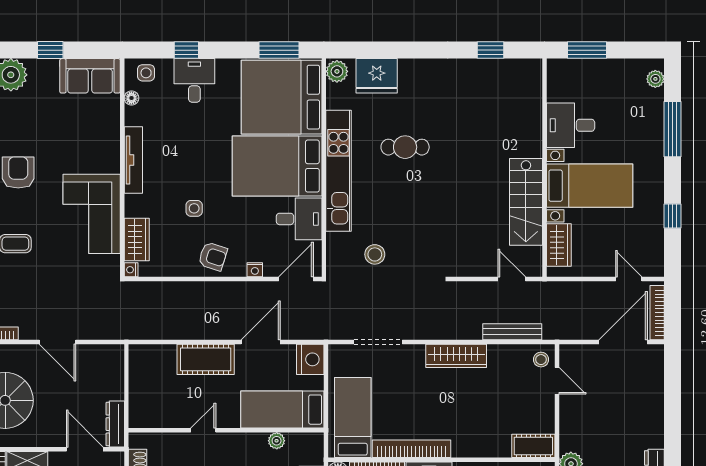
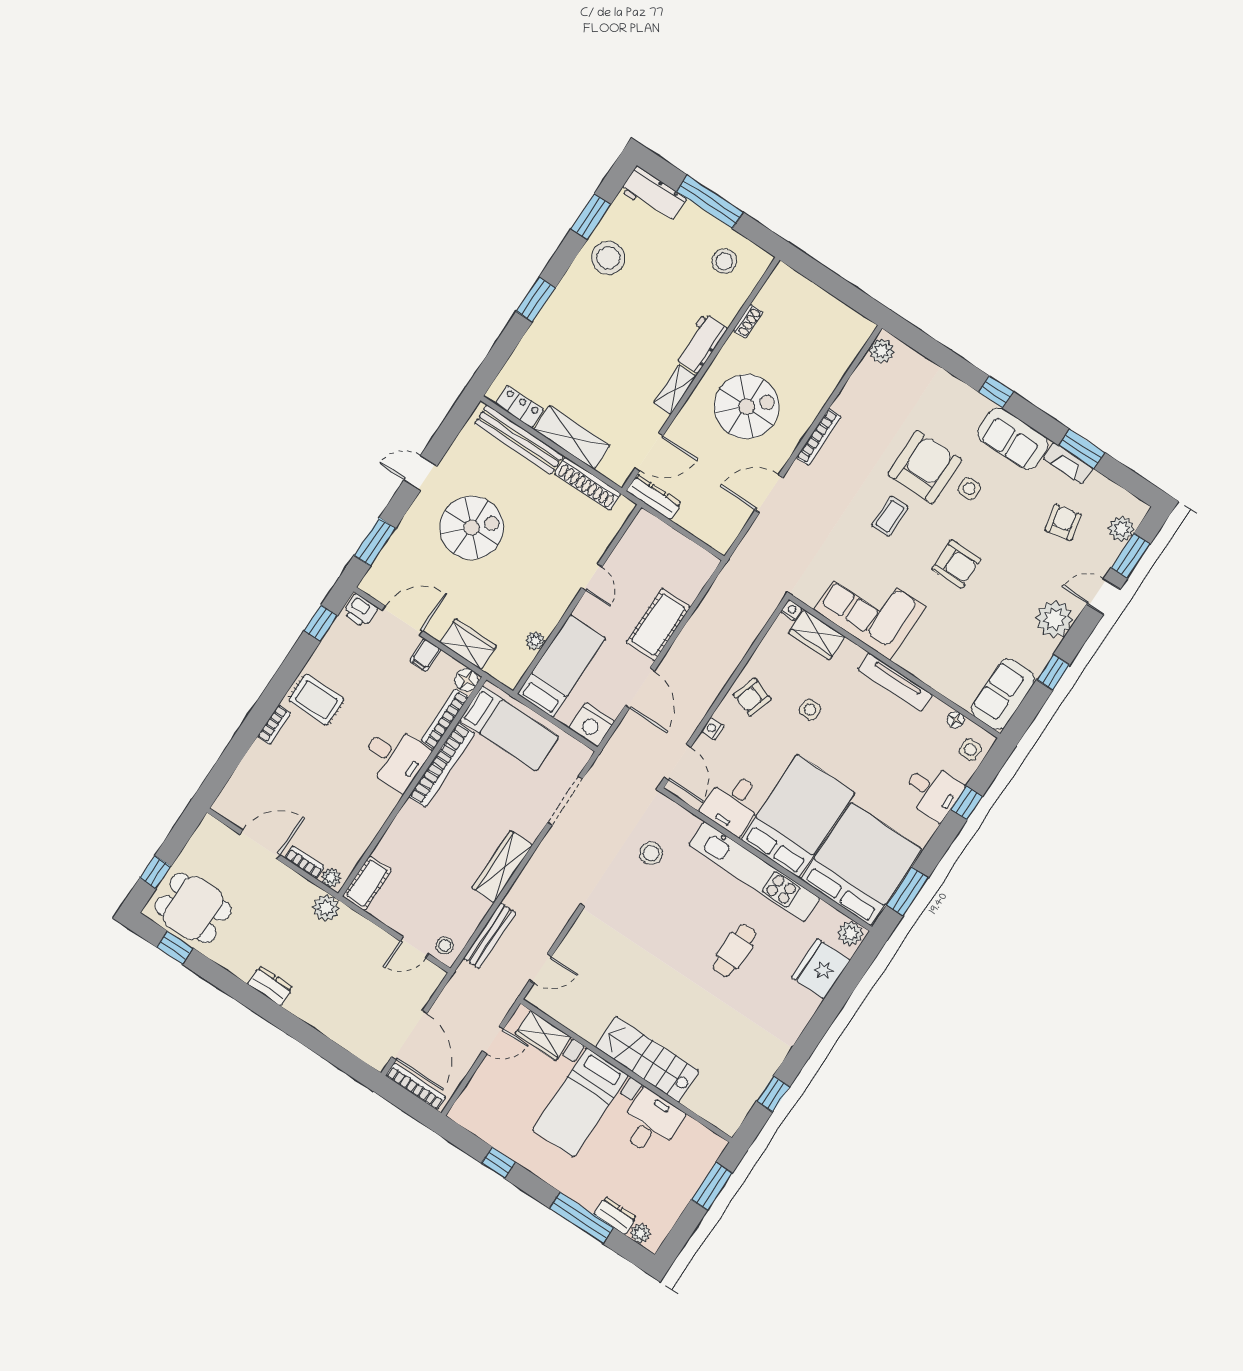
dresser: (655, 106) -> (615, 1216), added
stairs: (526, 202) -> (647, 1059), moved
door: (629, 279) -> (493, 1040), moved

